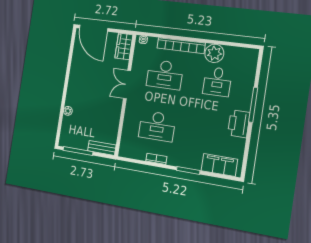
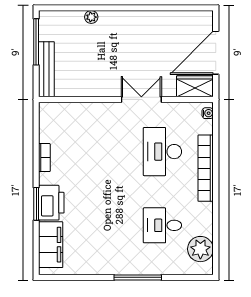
door: (94, 28) -> (216, 53), moved
plant: (214, 53) -> (200, 249), moved
printer: (239, 124) -> (51, 203), moved, turned 90
desk: (157, 126) -> (90, 152), removed
bench: (102, 148) -> (46, 69), width x1.36

